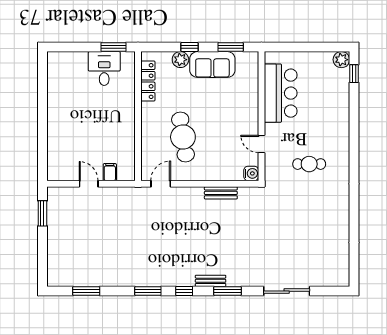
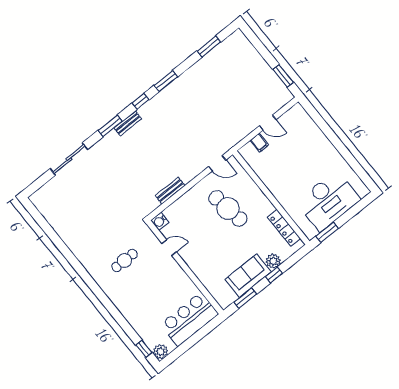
desk: (104, 68) -> (328, 201), width x1.87, depth x1.30
bar counter: (281, 93) -> (189, 319), moved, turned 90
door: (161, 184) -> (217, 163), hinge flipped

